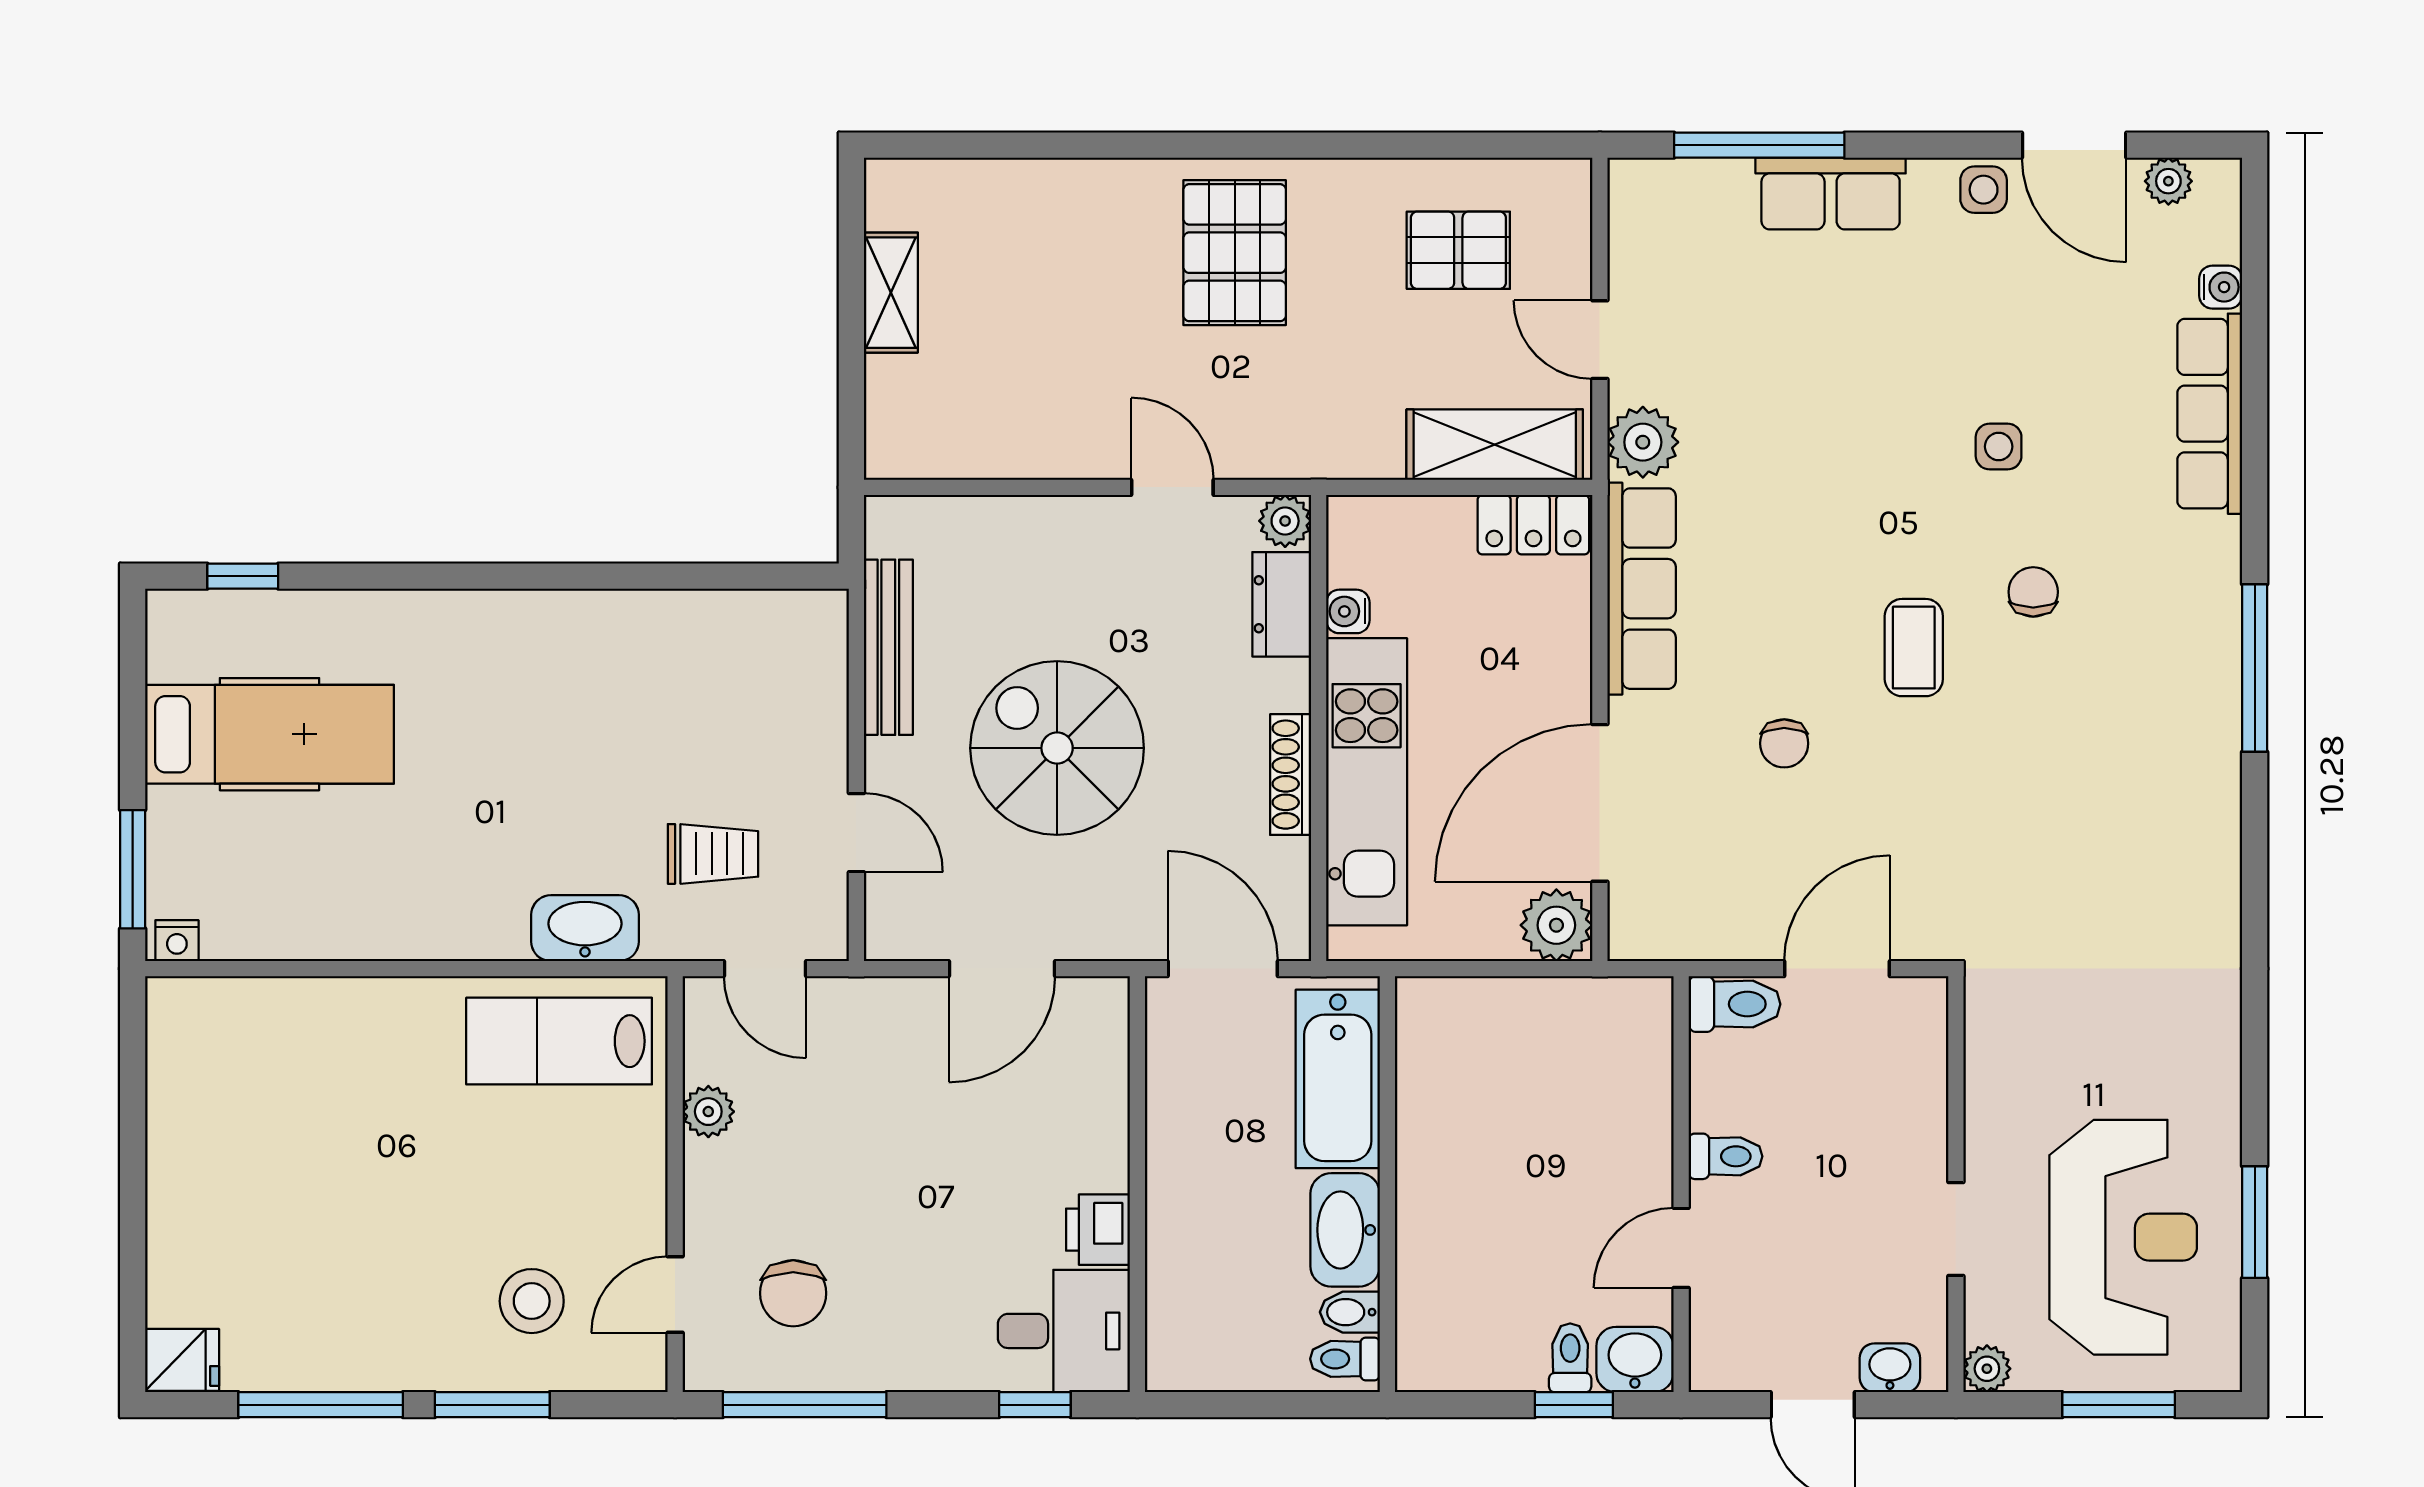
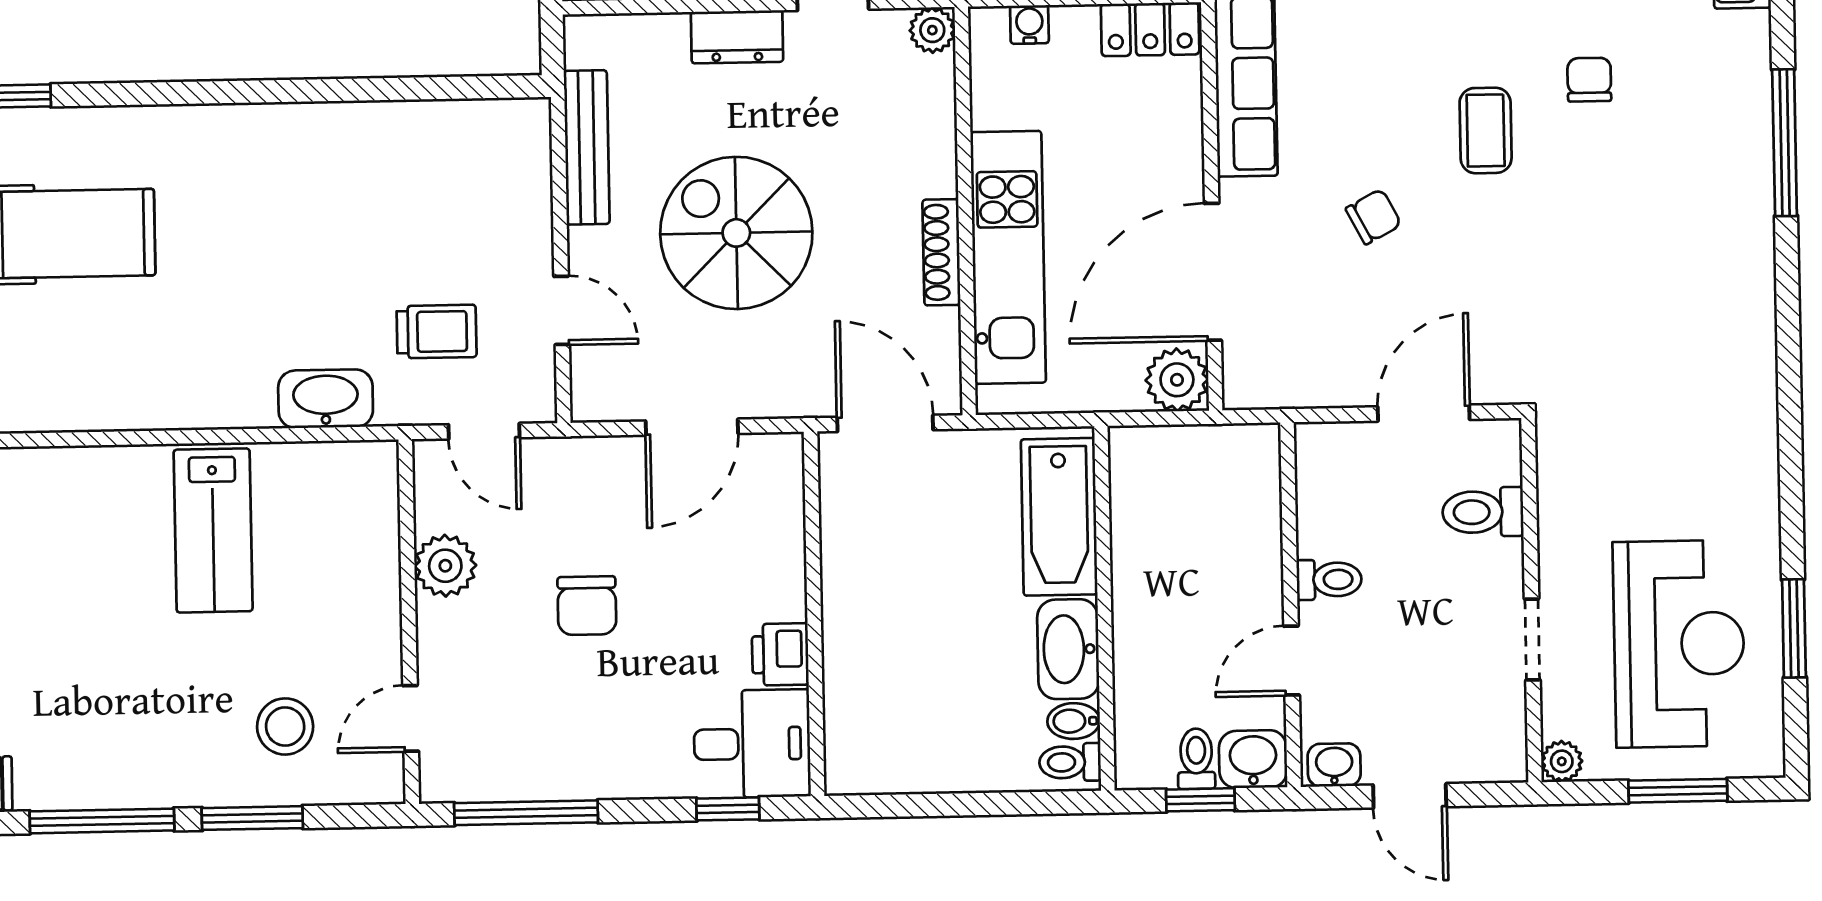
dresser: (1282, 604) -> (737, 37), moved, turned -90
water cooler: (1348, 611) -> (1029, 24), moved, turned 90
chair: (1784, 743) -> (1374, 217), turned -118
toilet: (1734, 1004) -> (1483, 512), moved, turned 180
lab bench: (559, 1041) -> (213, 530), moved, turned -90
bathtub: (1338, 1079) -> (1059, 517), moved
plant: (708, 1112) -> (445, 566), width x1.38, depth x1.38
wall: (1387, 1184) -> (1104, 608), moved
washbasin: (1345, 1230) -> (1068, 649), moved
chair: (793, 1293) -> (587, 606), moved
bidet: (1350, 1312) -> (1074, 721), moved
toilet: (1345, 1359) -> (1070, 762), moved
washbasin: (1890, 1368) -> (1334, 765), moved

